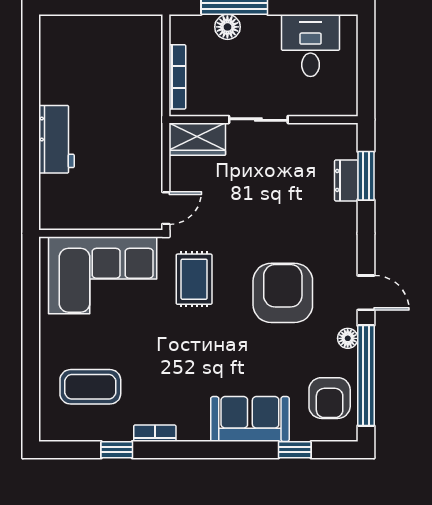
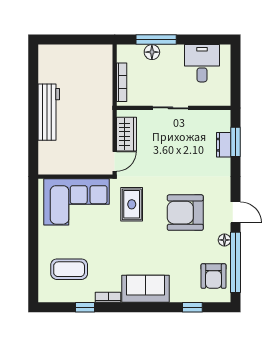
workbench: (57, 139) -> (49, 112), width x1.38
wardrobe: (197, 139) -> (127, 134), moved, turned -90
armchair: (283, 293) -> (185, 213), turned -90
sofa: (250, 419) -> (146, 289), moved

